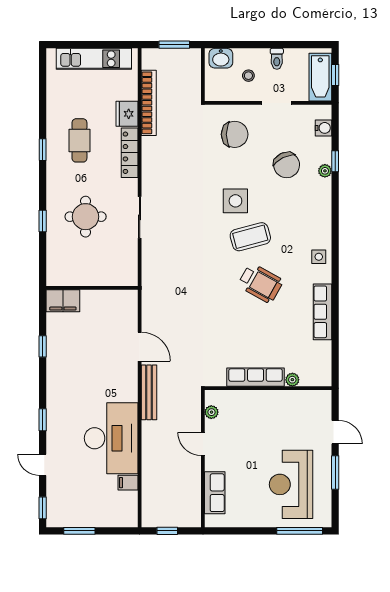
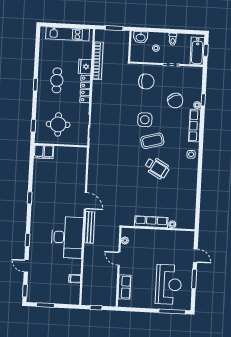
water cooler: (323, 128) -> (198, 80), removed
wall: (92, 288) -> (61, 145), moved
filing cabinet: (63, 301) -> (44, 152), moved
row of seats: (322, 312) -> (195, 126), moved
desk: (111, 438) -> (67, 237), moved
reception desk: (291, 484) -> (169, 284), turned 180

